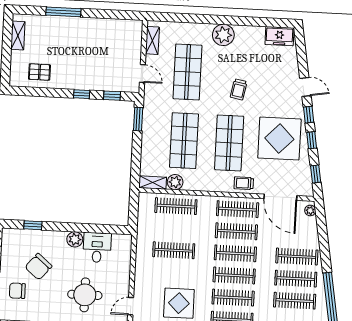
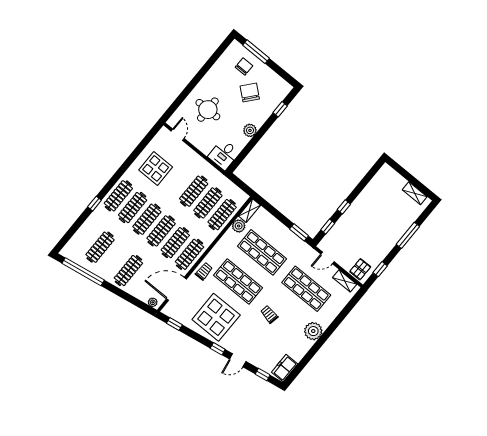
window: (116, 15) -> (380, 269), added
pallet: (39, 72) -> (360, 269), moved
window: (312, 140) -> (263, 375), moved
desk: (97, 247) -> (224, 155), moved, turned 90
clothes rail: (296, 279) -> (208, 203), moved

